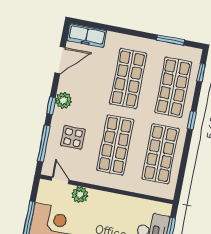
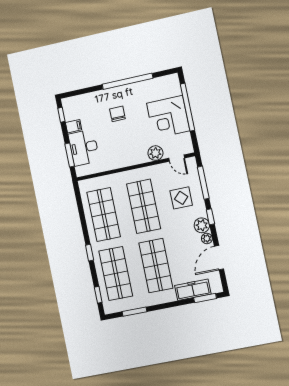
window: (92, 25) -> (205, 298), added
freezer: (87, 36) -> (193, 290), moved
plant: (64, 85) -> (207, 238), added

